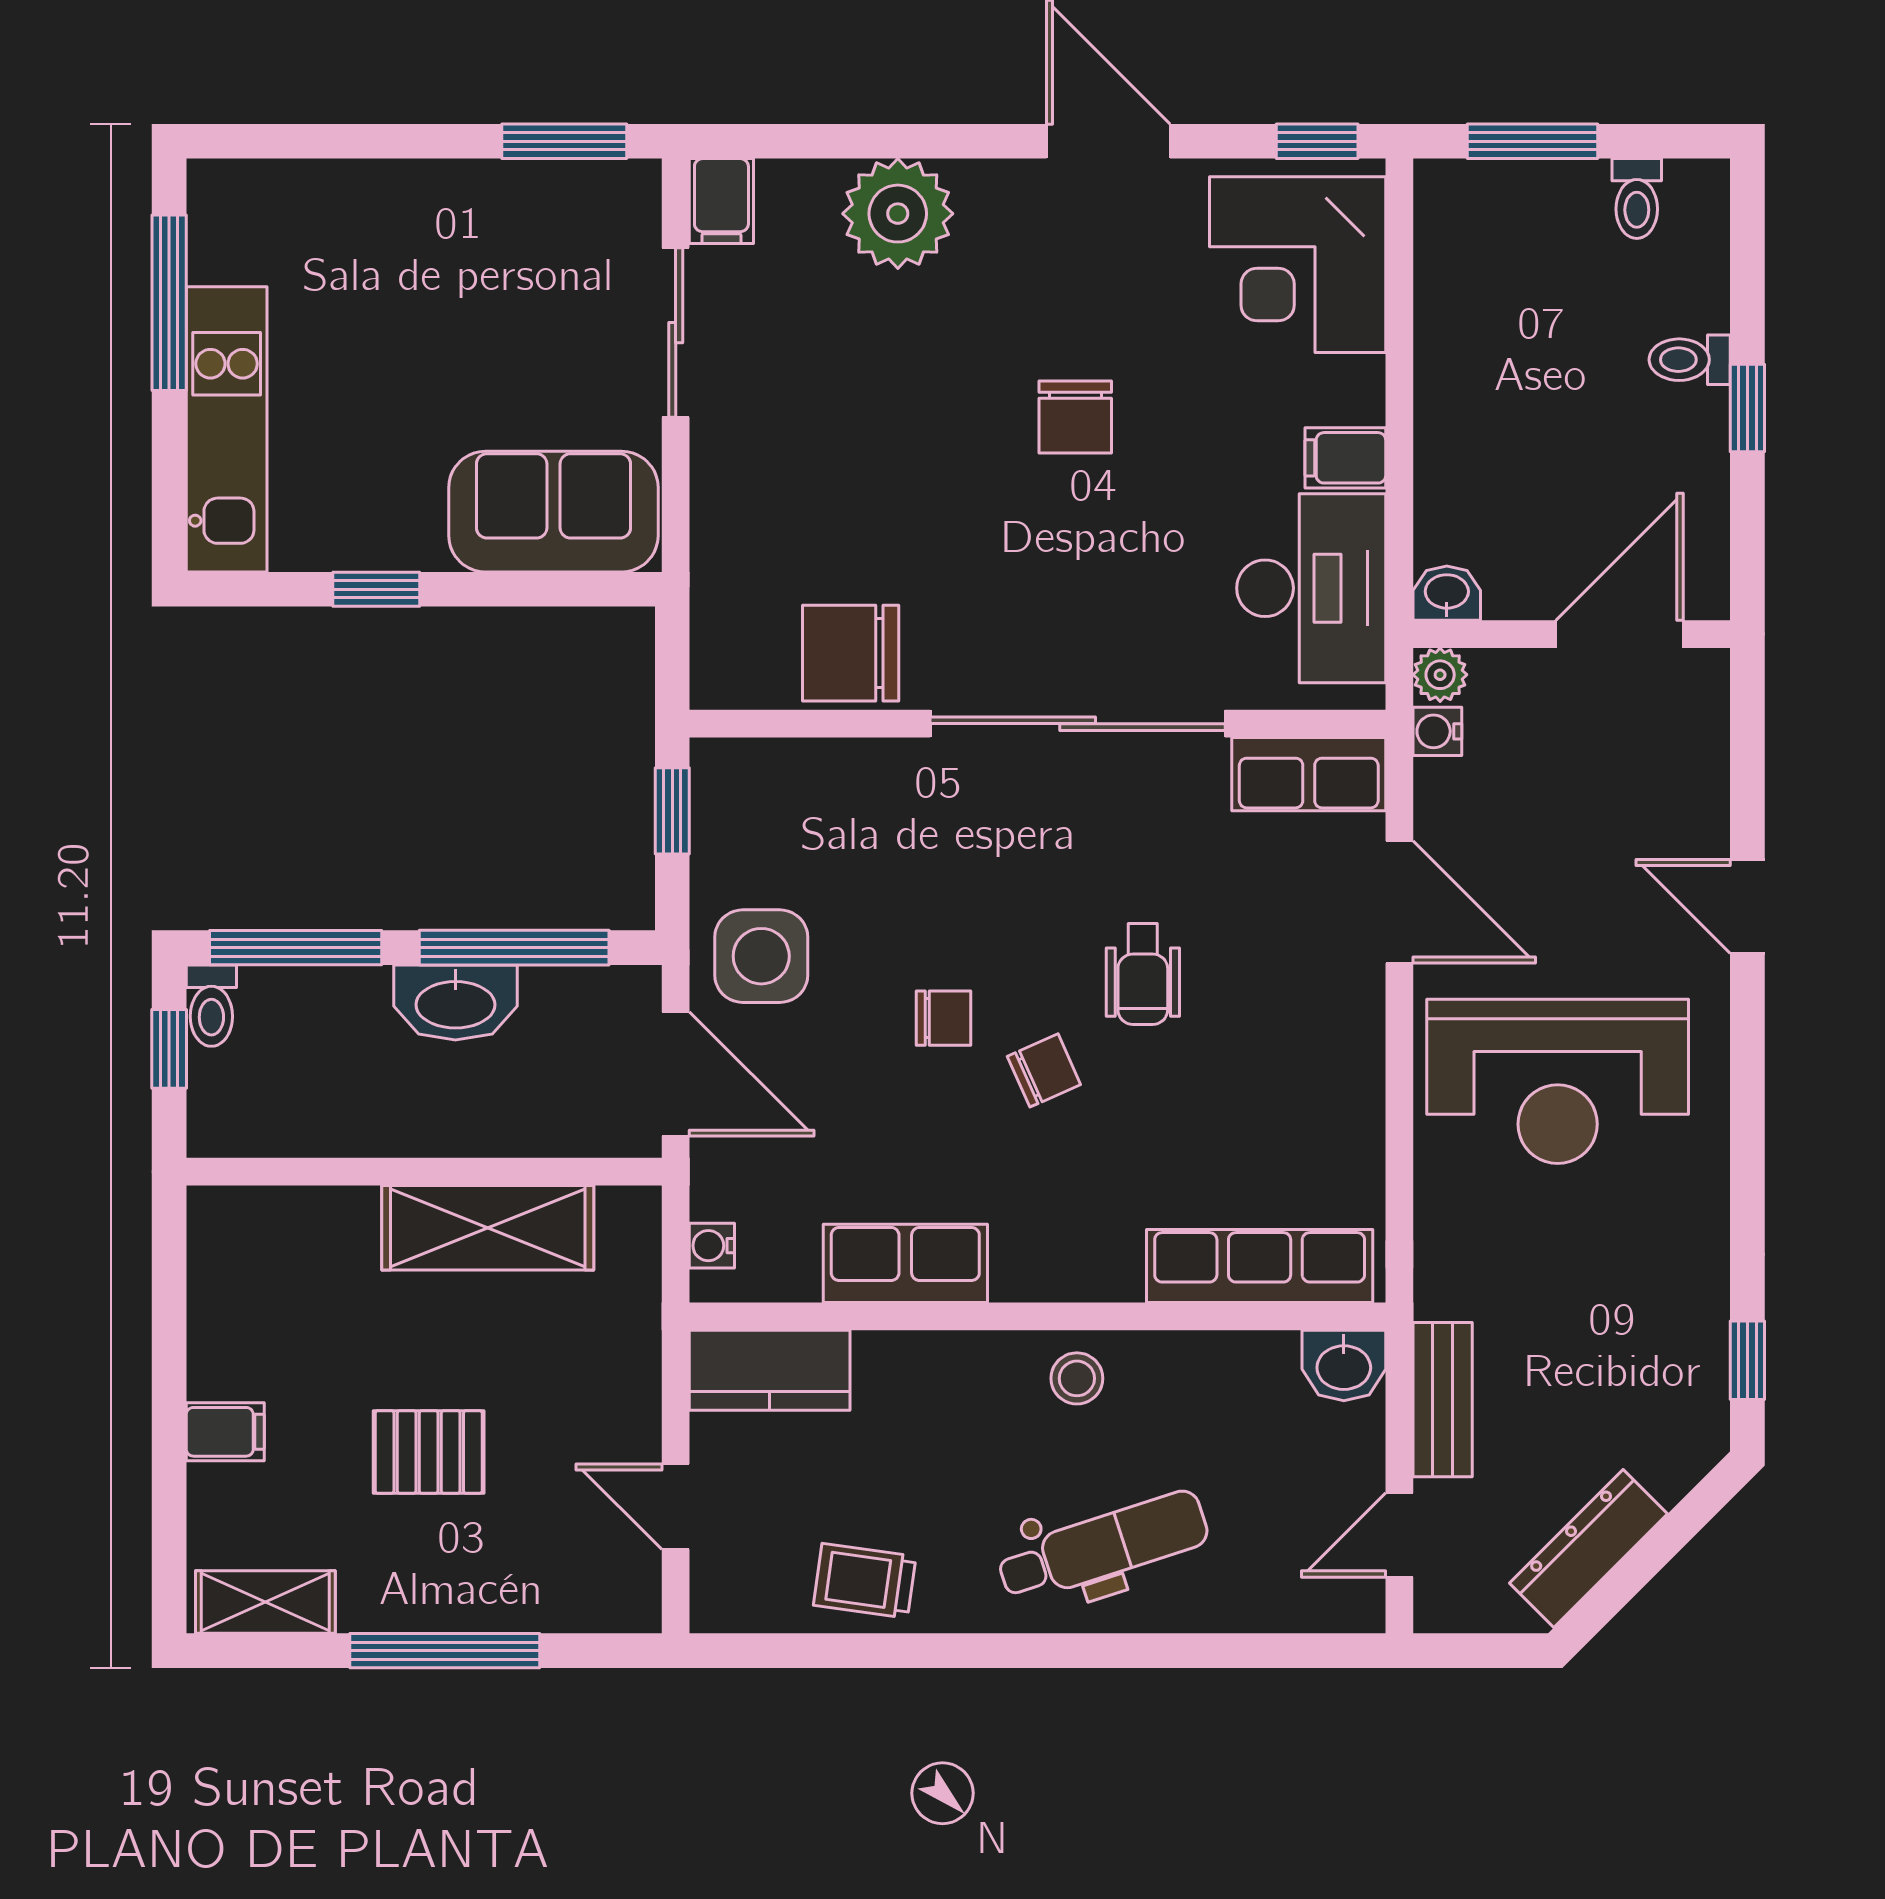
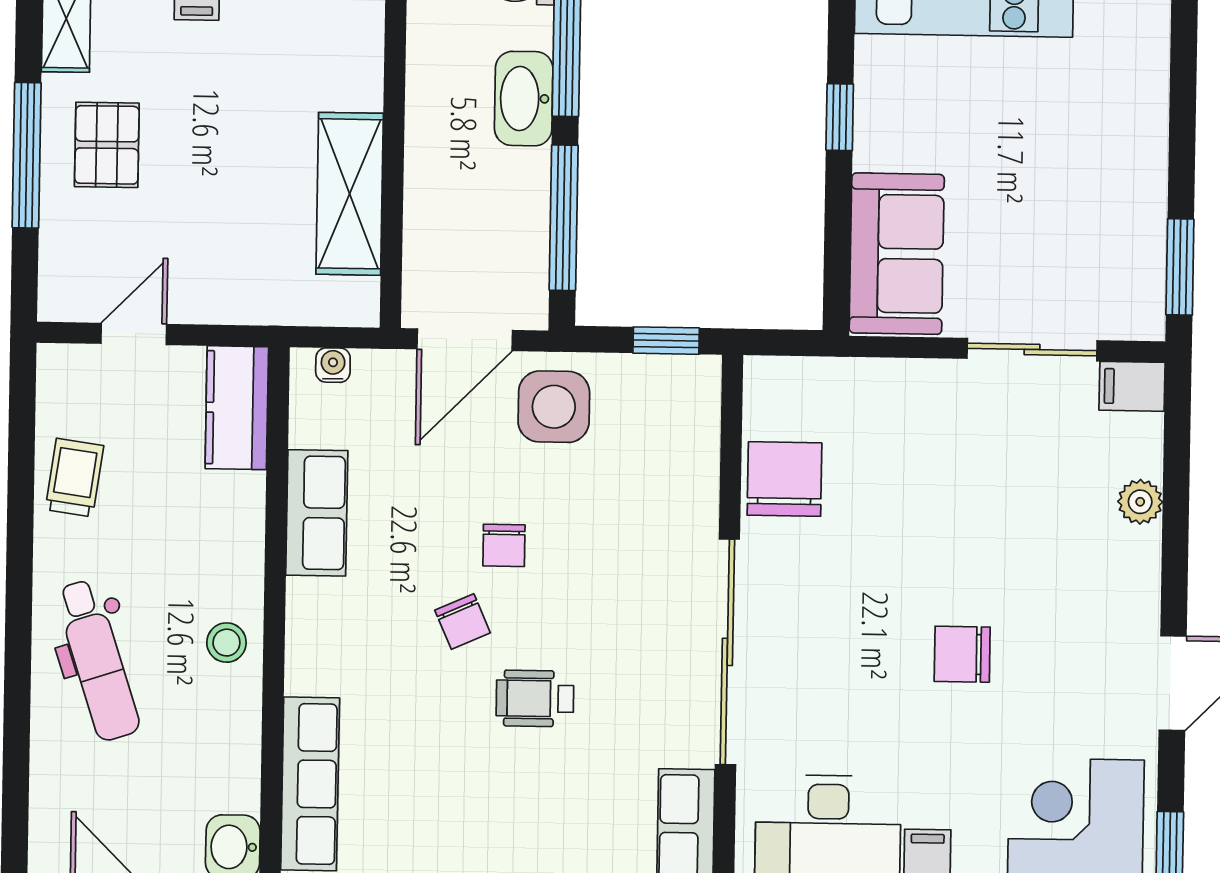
plant: (898, 214) -> (1140, 502), width x0.53, depth x0.53
washbasin: (455, 1002) -> (524, 99), moved
pallet: (429, 1452) -> (107, 145), moved

